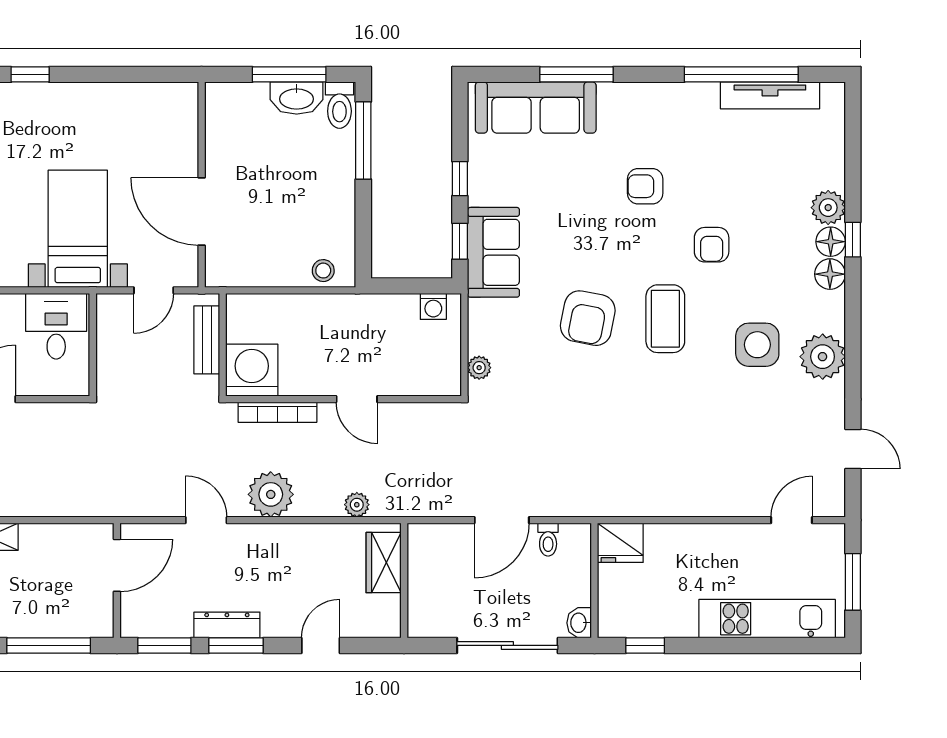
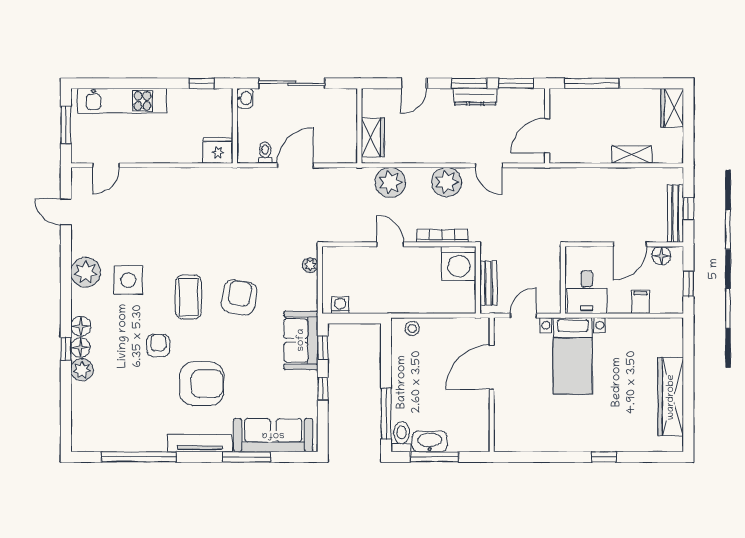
tv unit: (770, 95) -> (200, 443), moved
armchair: (645, 186) -> (202, 384), width x1.88, depth x1.88
door: (202, 211) -> (492, 367), swing flipped
plant: (357, 505) -> (390, 182), width x1.87, depth x1.87

